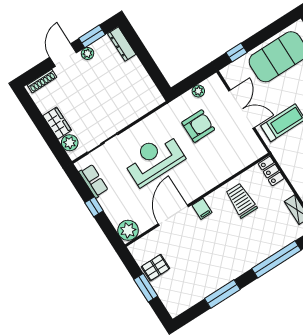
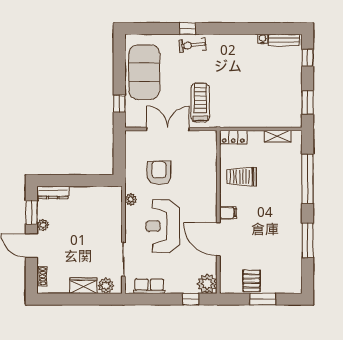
shoe rack: (42, 81) -> (42, 276), width x0.70
plant: (198, 91) -> (131, 199), moved
window: (94, 207) -> (191, 299), moved

